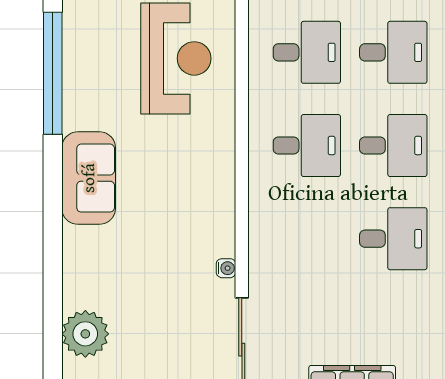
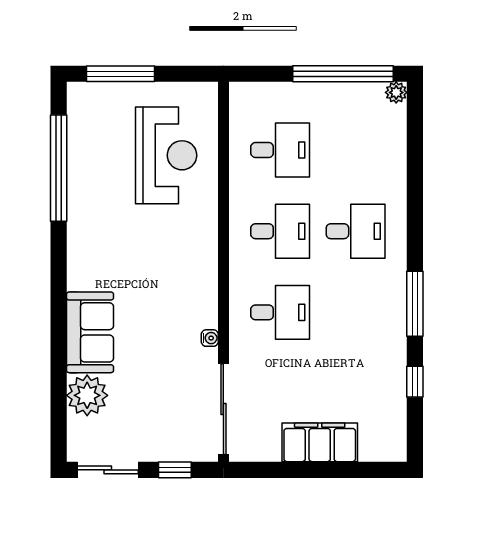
desk: (393, 52) -> (356, 150), removed
sofa: (89, 178) -> (90, 332), moved
desk: (393, 239) -> (280, 312), moved

